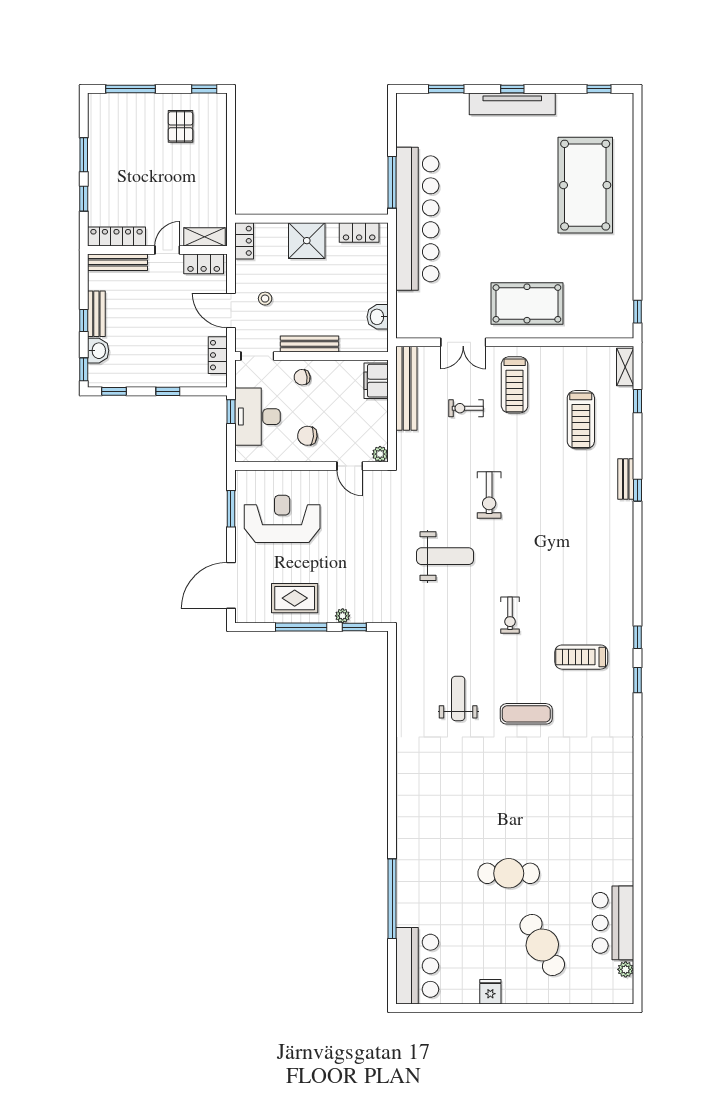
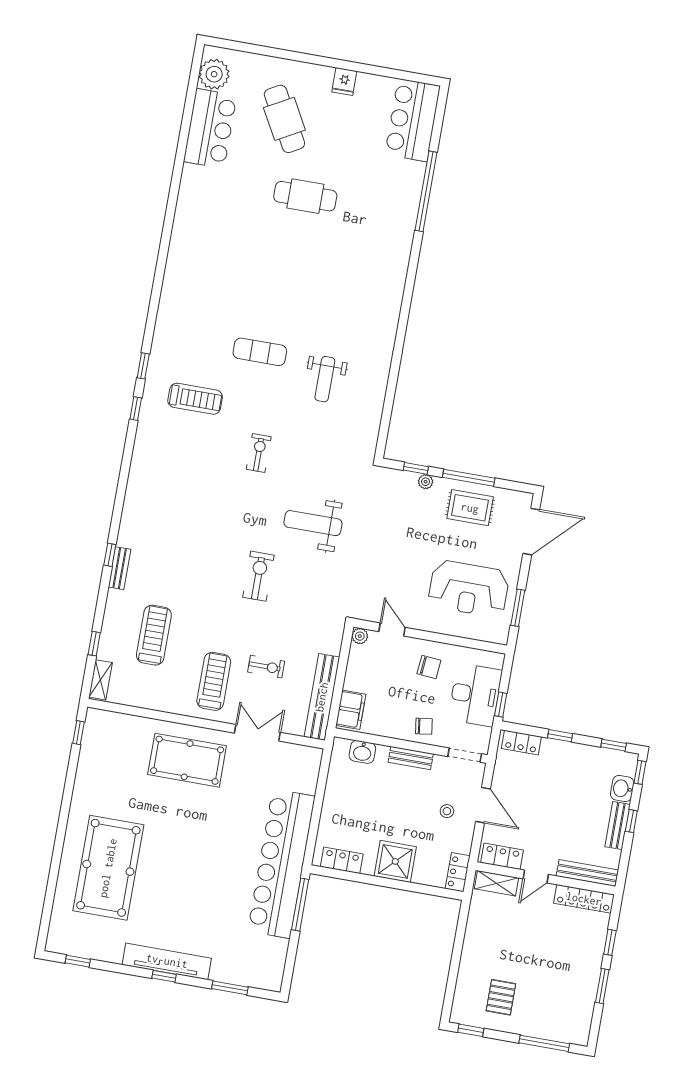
washbasin: (378, 317) -> (362, 752), moved, turned 90
bench: (310, 344) -> (411, 758), width x0.73
locker: (218, 355) -> (521, 743), moved, turned 90
plant: (626, 969) -> (214, 74), width x1.88, depth x1.88

